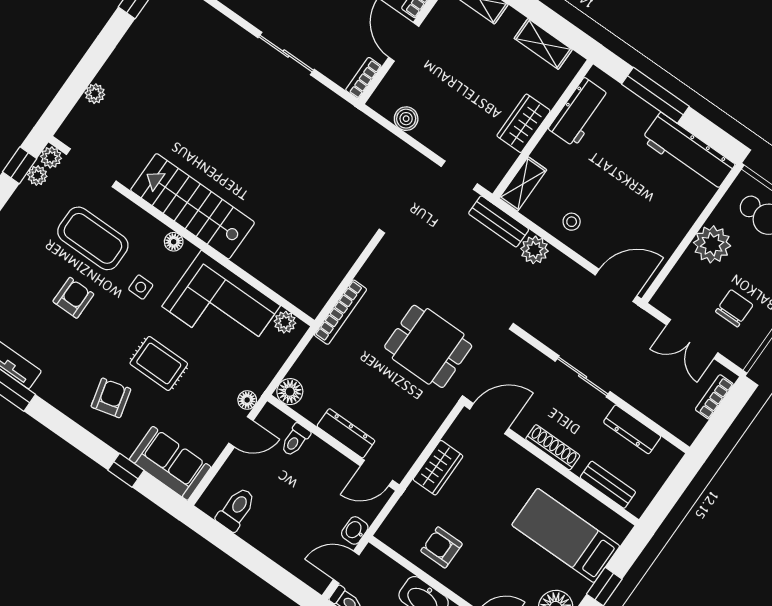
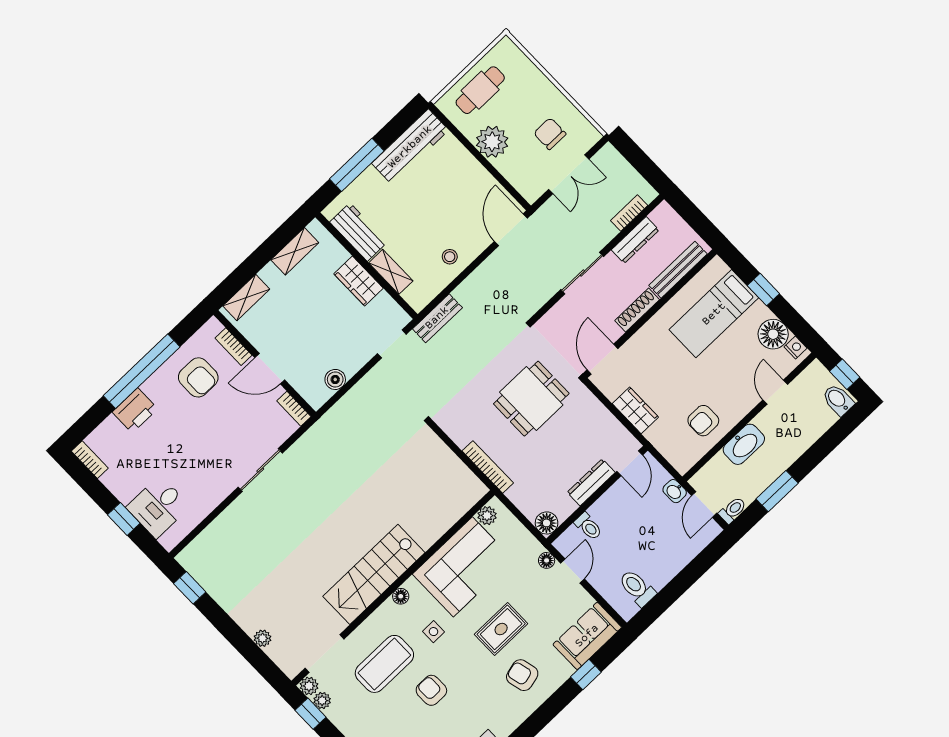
shelving: (523, 184) -> (391, 272), moved
plant: (534, 250) -> (467, 293), removed
bookcase: (714, 397) -> (629, 213), moved, turned 90
bench: (608, 485) -> (678, 270), width x1.36

